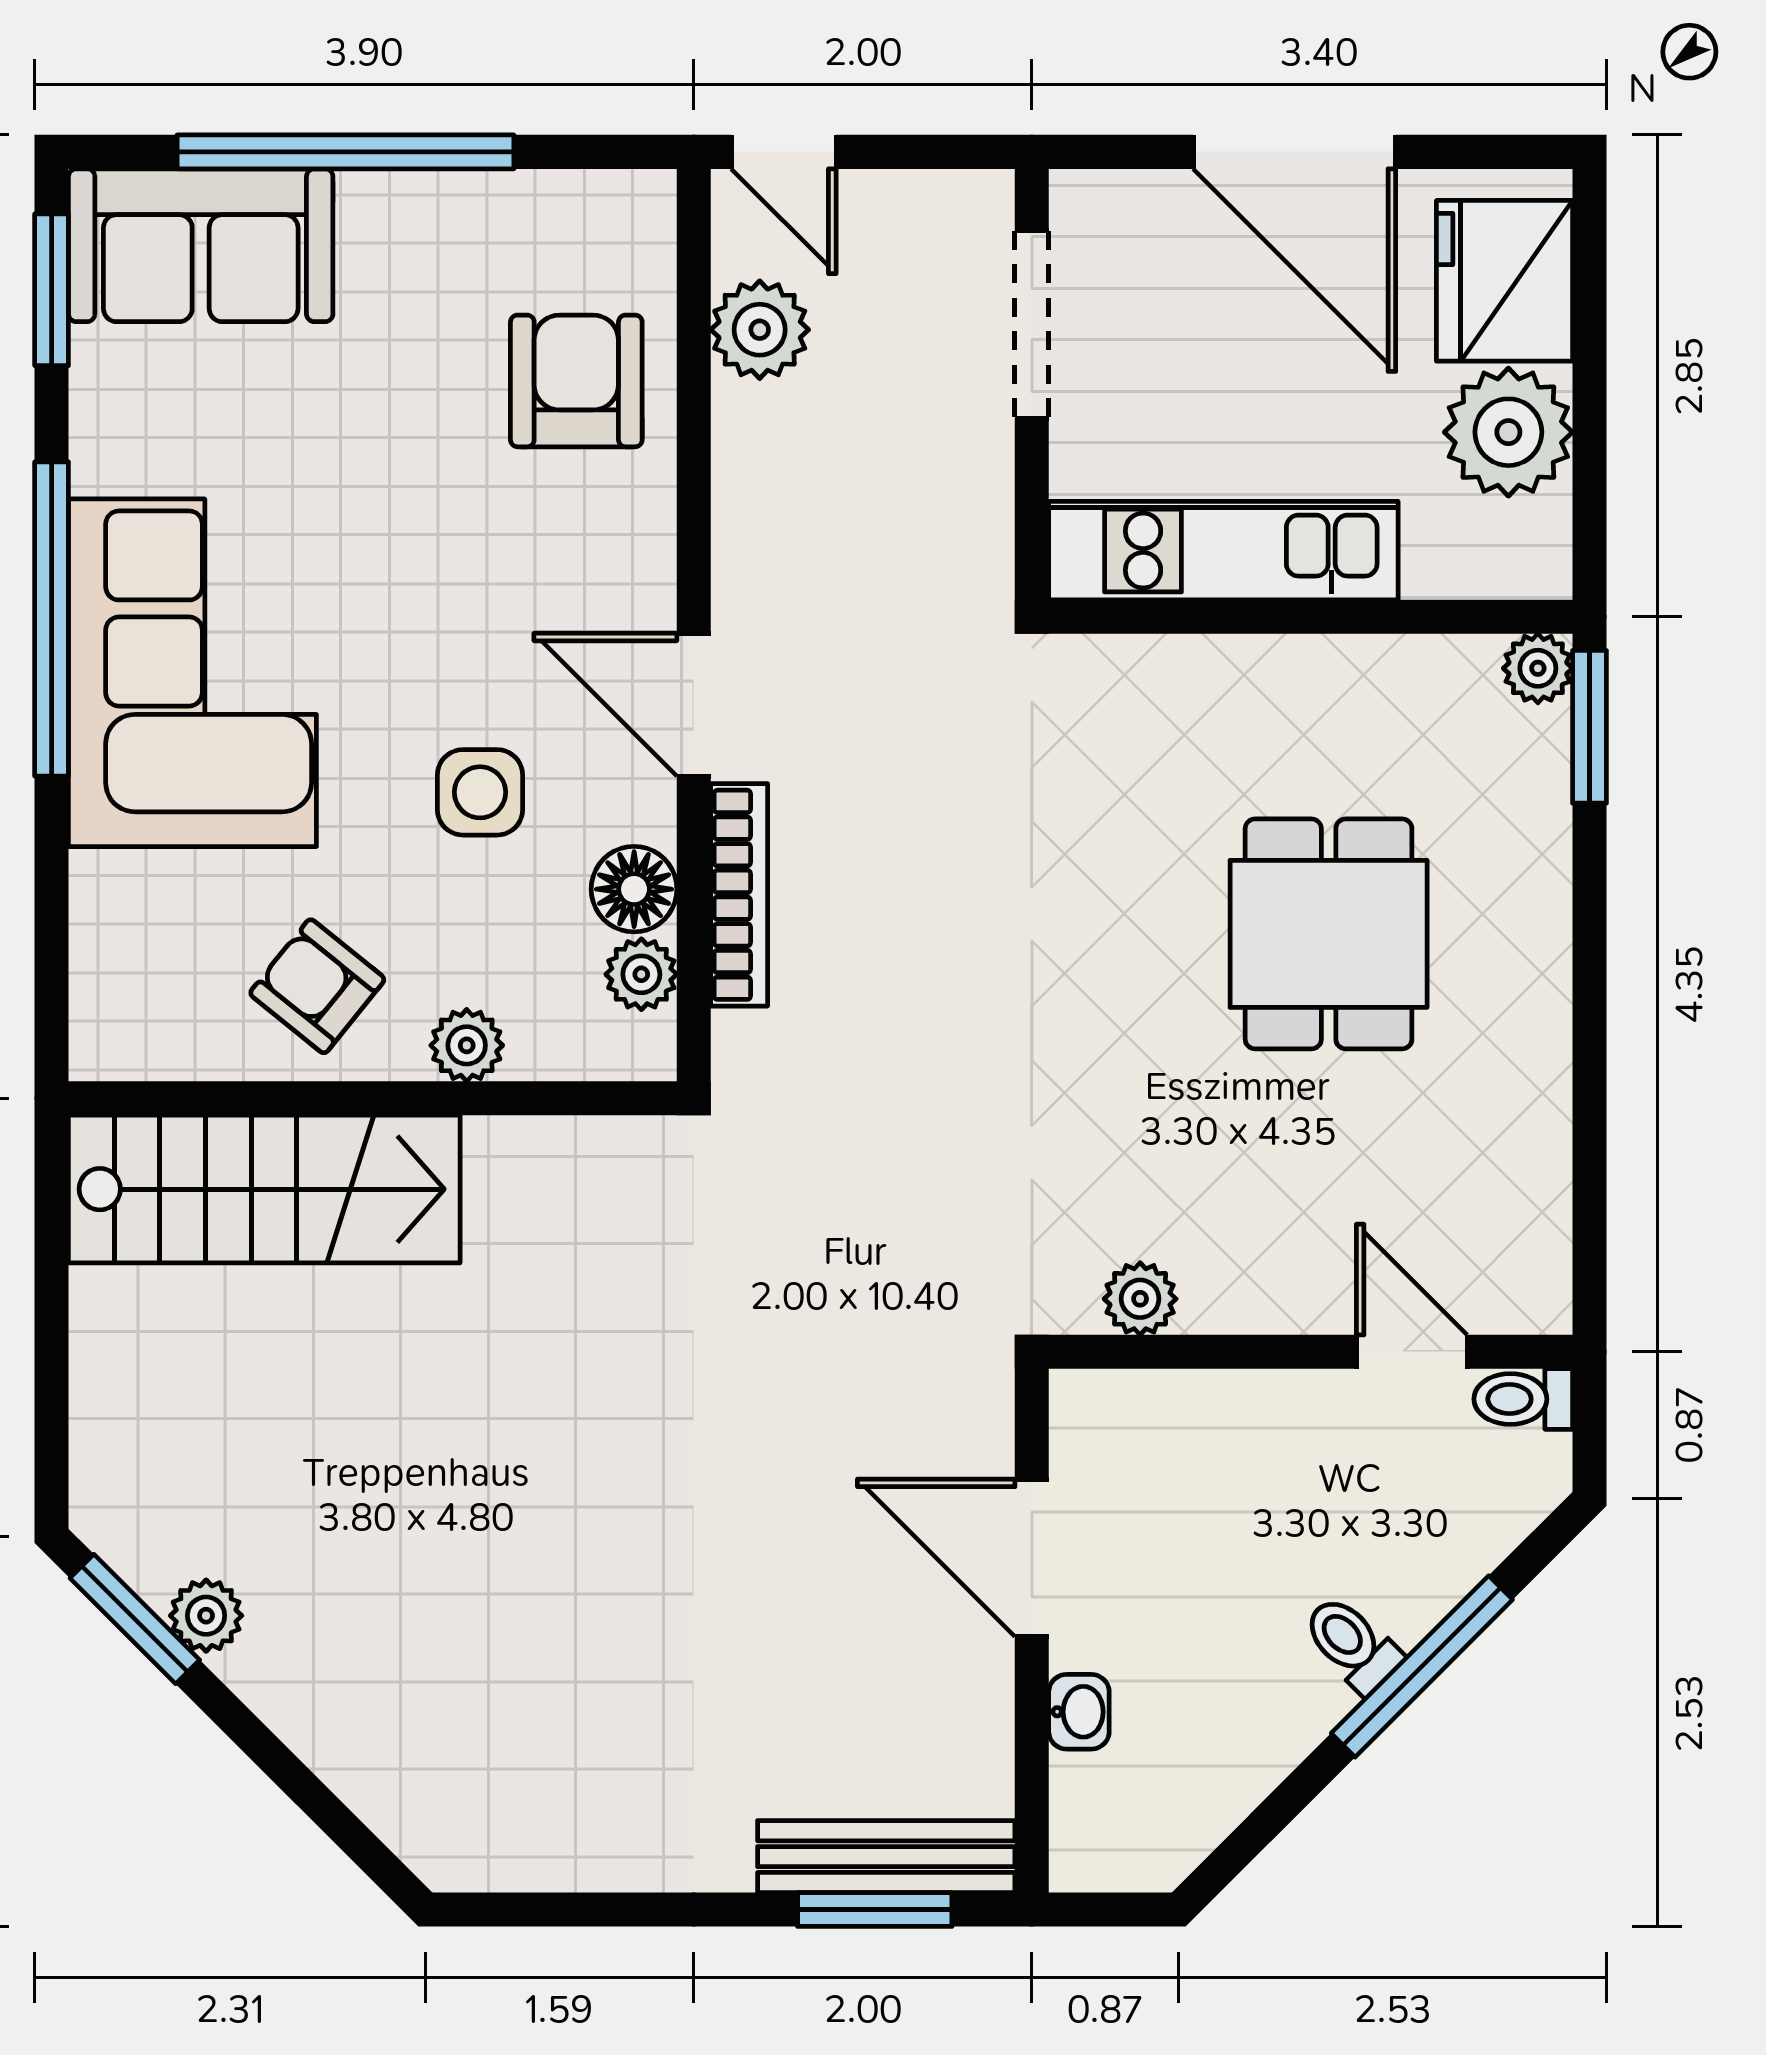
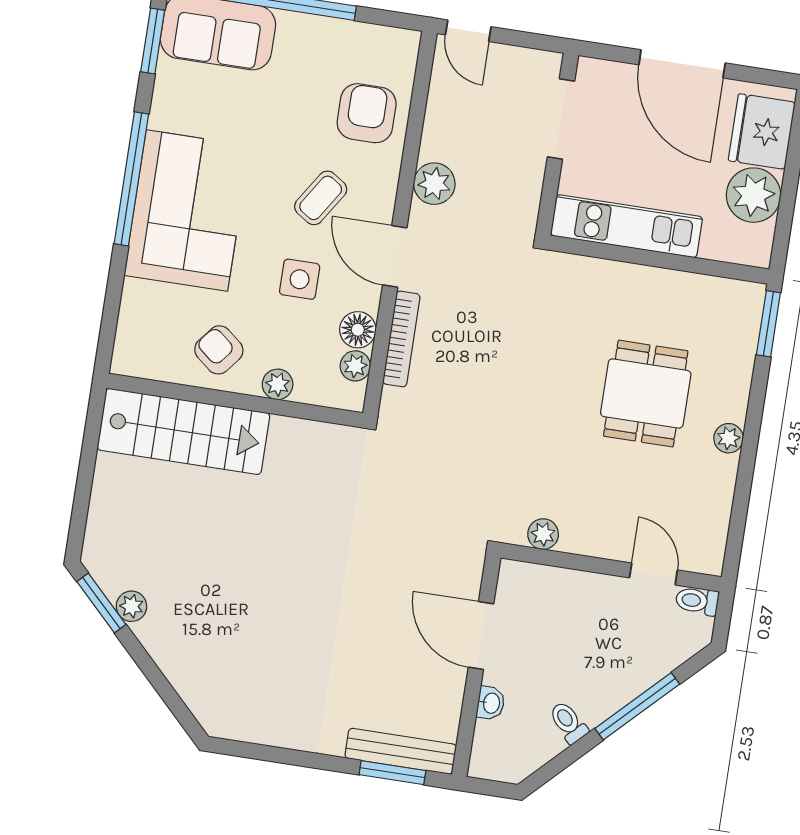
plant: (760, 330) -> (434, 184), moved
coffee table: (500, 595) -> (321, 198), added
plant: (1538, 668) -> (729, 438), moved
toilet: (1352, 1644) -> (568, 722), moved

